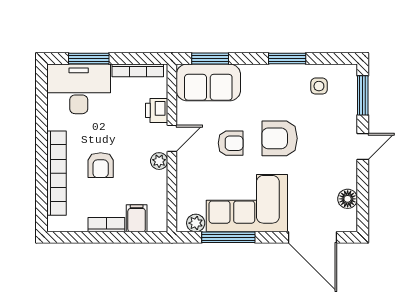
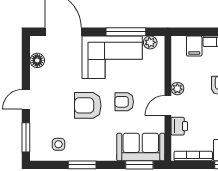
armchair: (280, 138) -> (88, 105), turned 180

